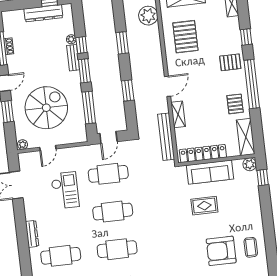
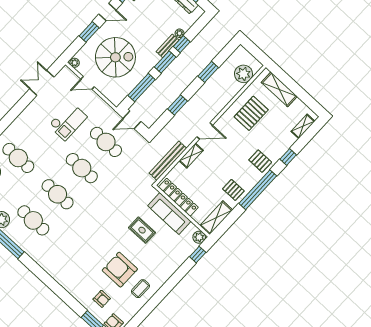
pallet: (235, 104) -> (233, 190), turned 90
dresser: (32, 234) -> (17, 124), removed

